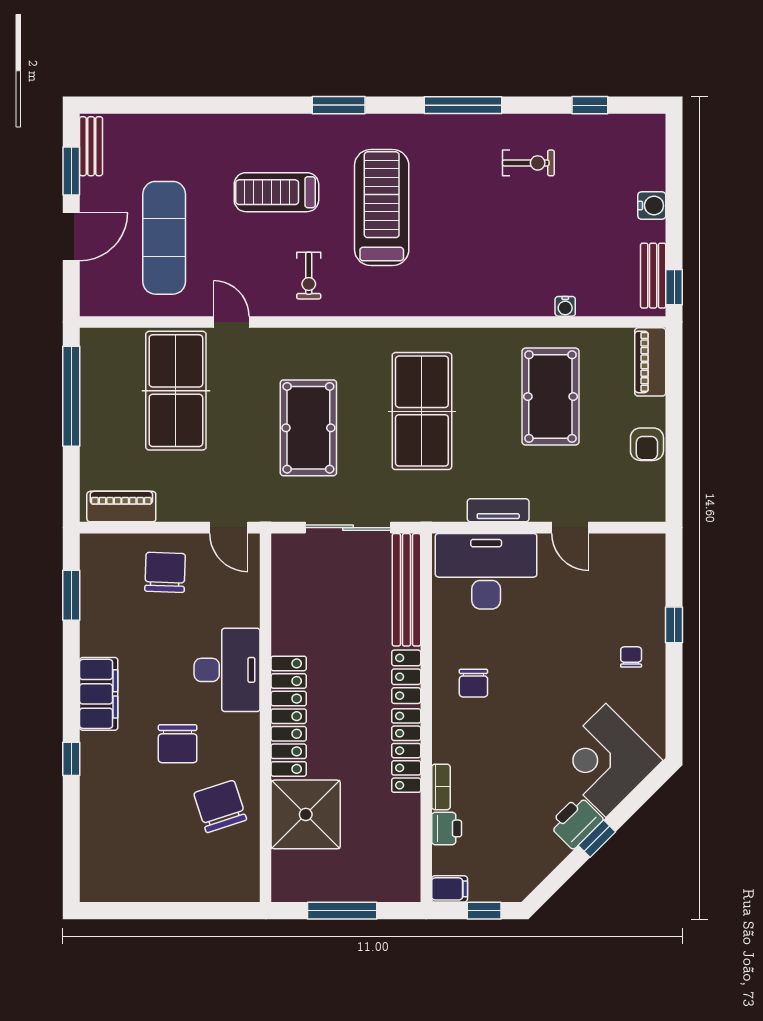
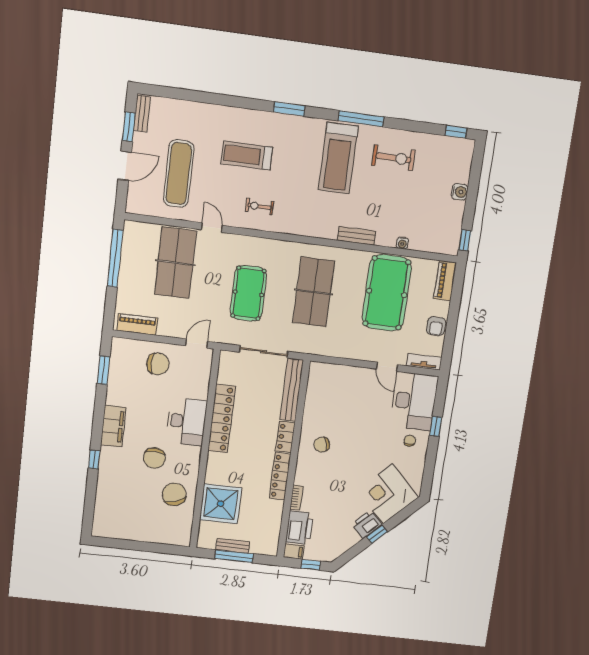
window: (590, 105) -> (456, 132), moved
exercise bike: (528, 163) -> (394, 158), width x1.38, depth x1.39
treadmill: (382, 207) -> (338, 158), moved, turned 180
exercise bike: (309, 276) -> (259, 206), turned 90
bench: (653, 276) -> (356, 236), moved, turned 90
pool table: (550, 397) -> (387, 293), width x1.36, depth x1.32
tv unit: (498, 510) -> (424, 362), moved
door: (229, 528) -> (197, 344), swing flipped
desk: (486, 571) -> (414, 401), moved, turned 90
chair: (165, 572) -> (158, 364), turned 88
chair: (473, 683) -> (322, 445), turned 73
locker: (289, 716) -> (222, 419), moved
printer: (447, 828) -> (299, 528), width x1.87, depth x1.48
bench: (337, 891) -> (233, 546), added

